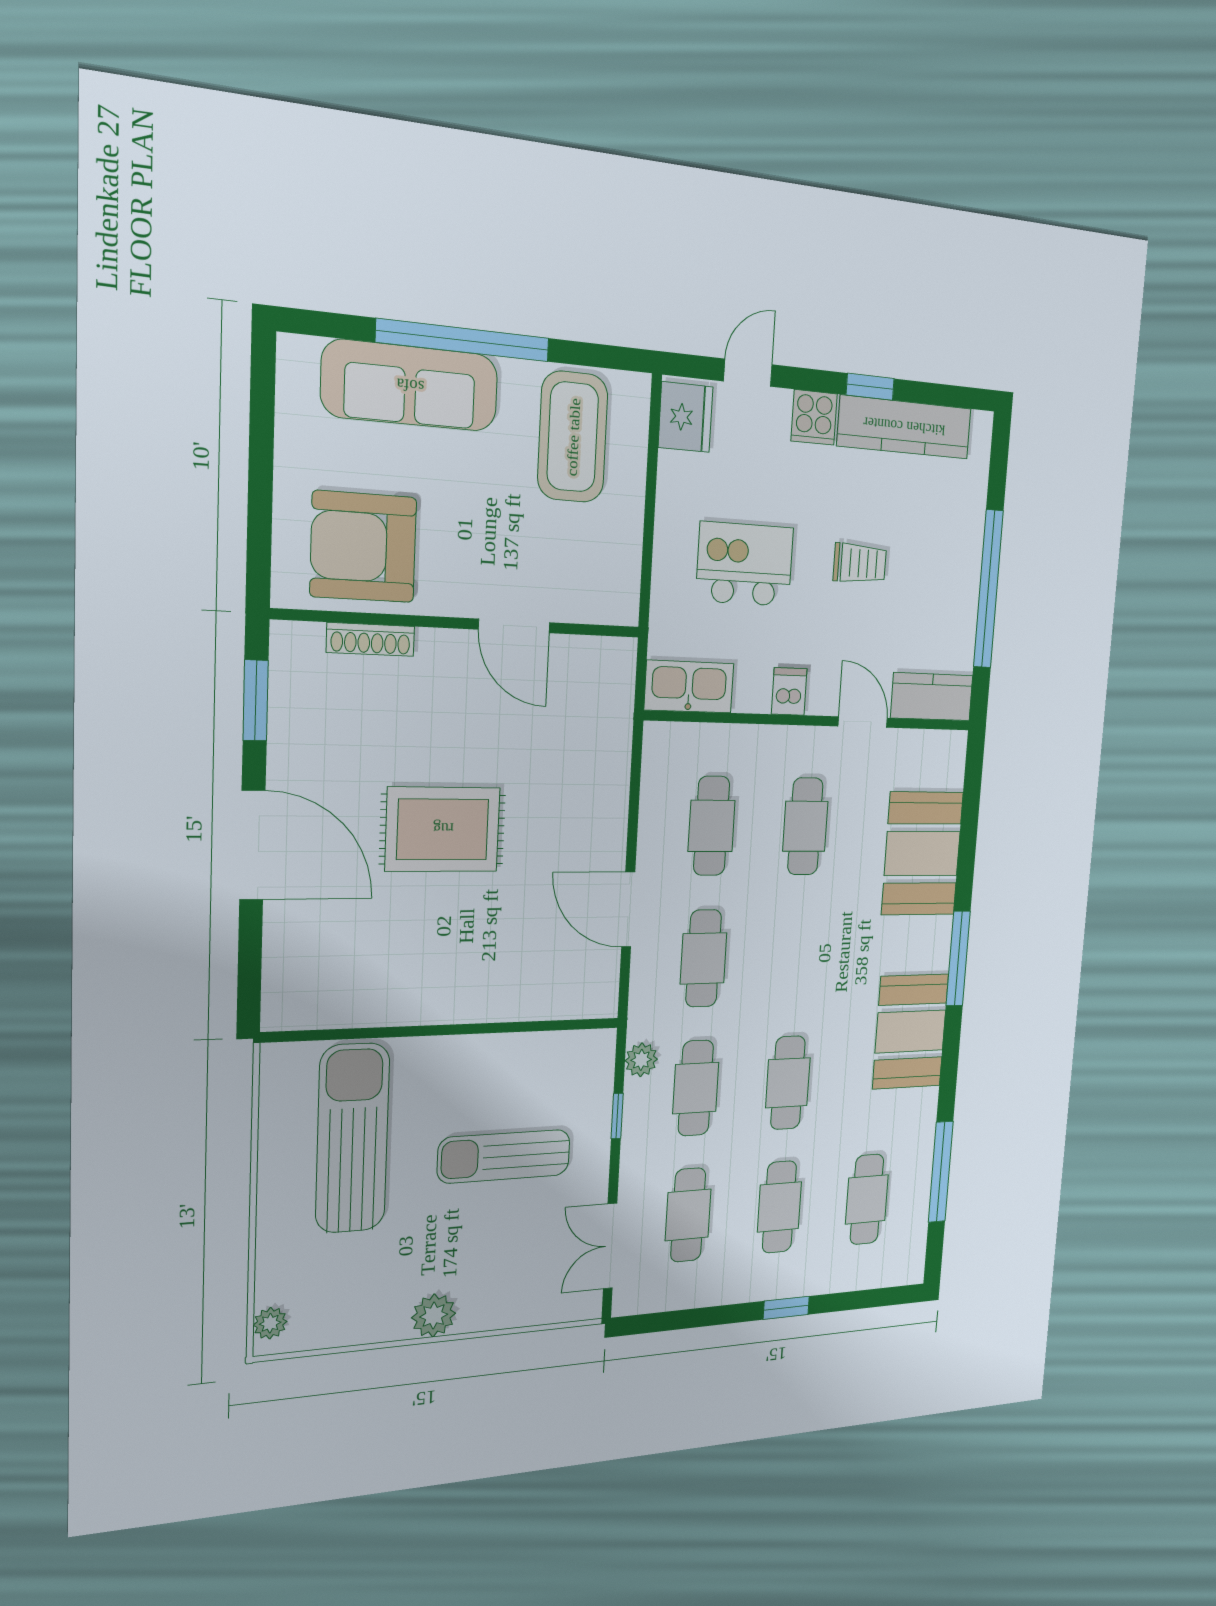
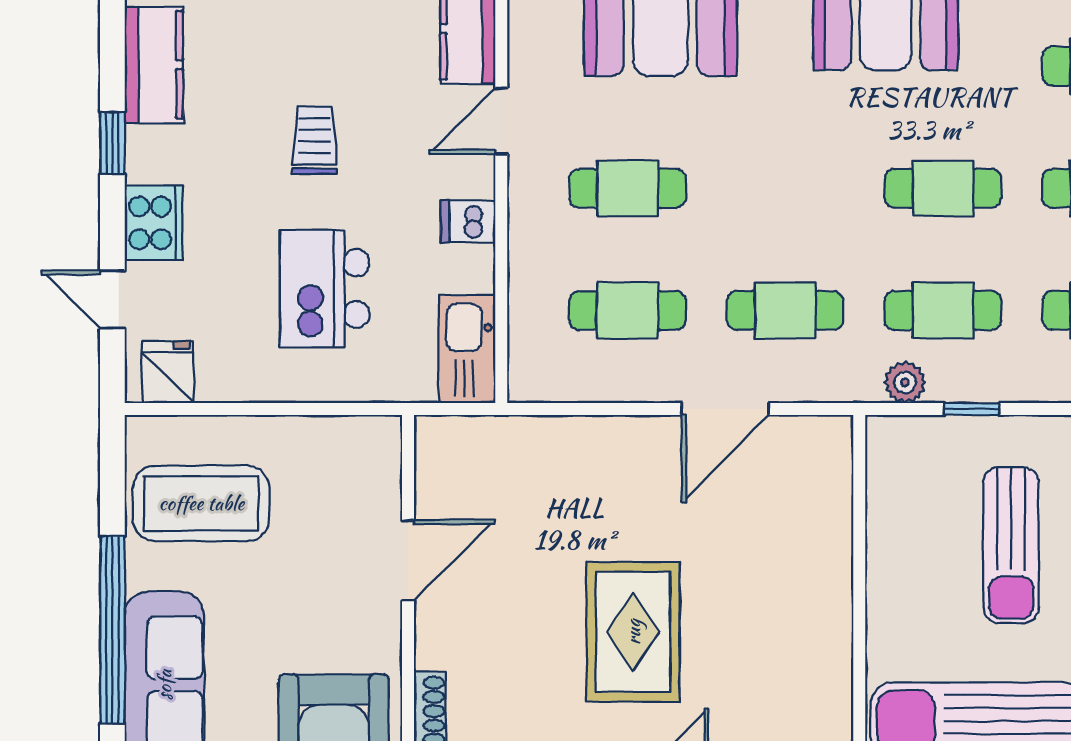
fridge: (686, 417) -> (168, 372), width x0.72
cooker: (814, 417) -> (154, 223), width x1.36
kitchen counter: (904, 427) -> (154, 65), width x0.67

